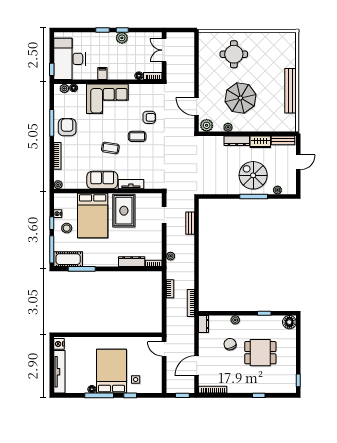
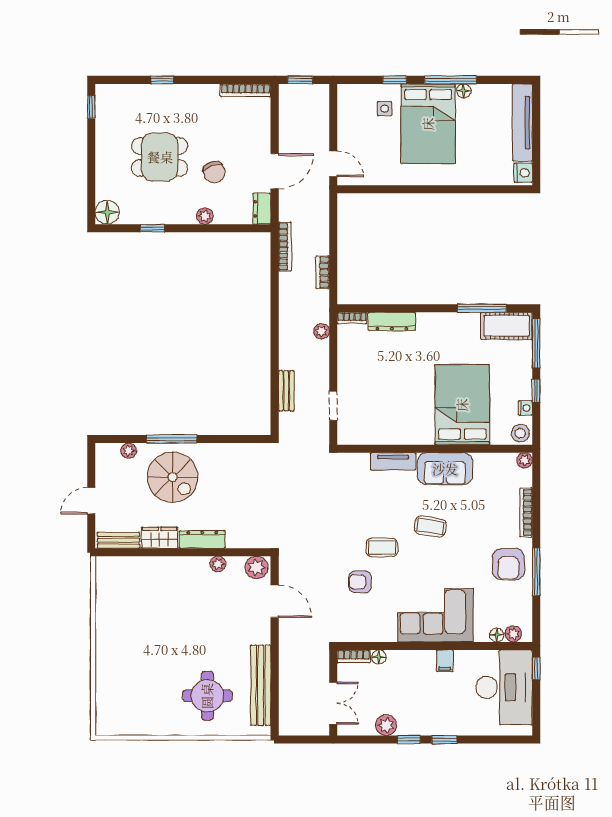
plant: (122, 38) -> (386, 725), moved
bench: (290, 91) -> (261, 685), moved
parasol: (241, 98) -> (195, 617), removed
rug: (124, 211) -> (406, 413), removed
stool: (67, 228) -> (520, 433), moved
door: (197, 366) -> (275, 171), moved

